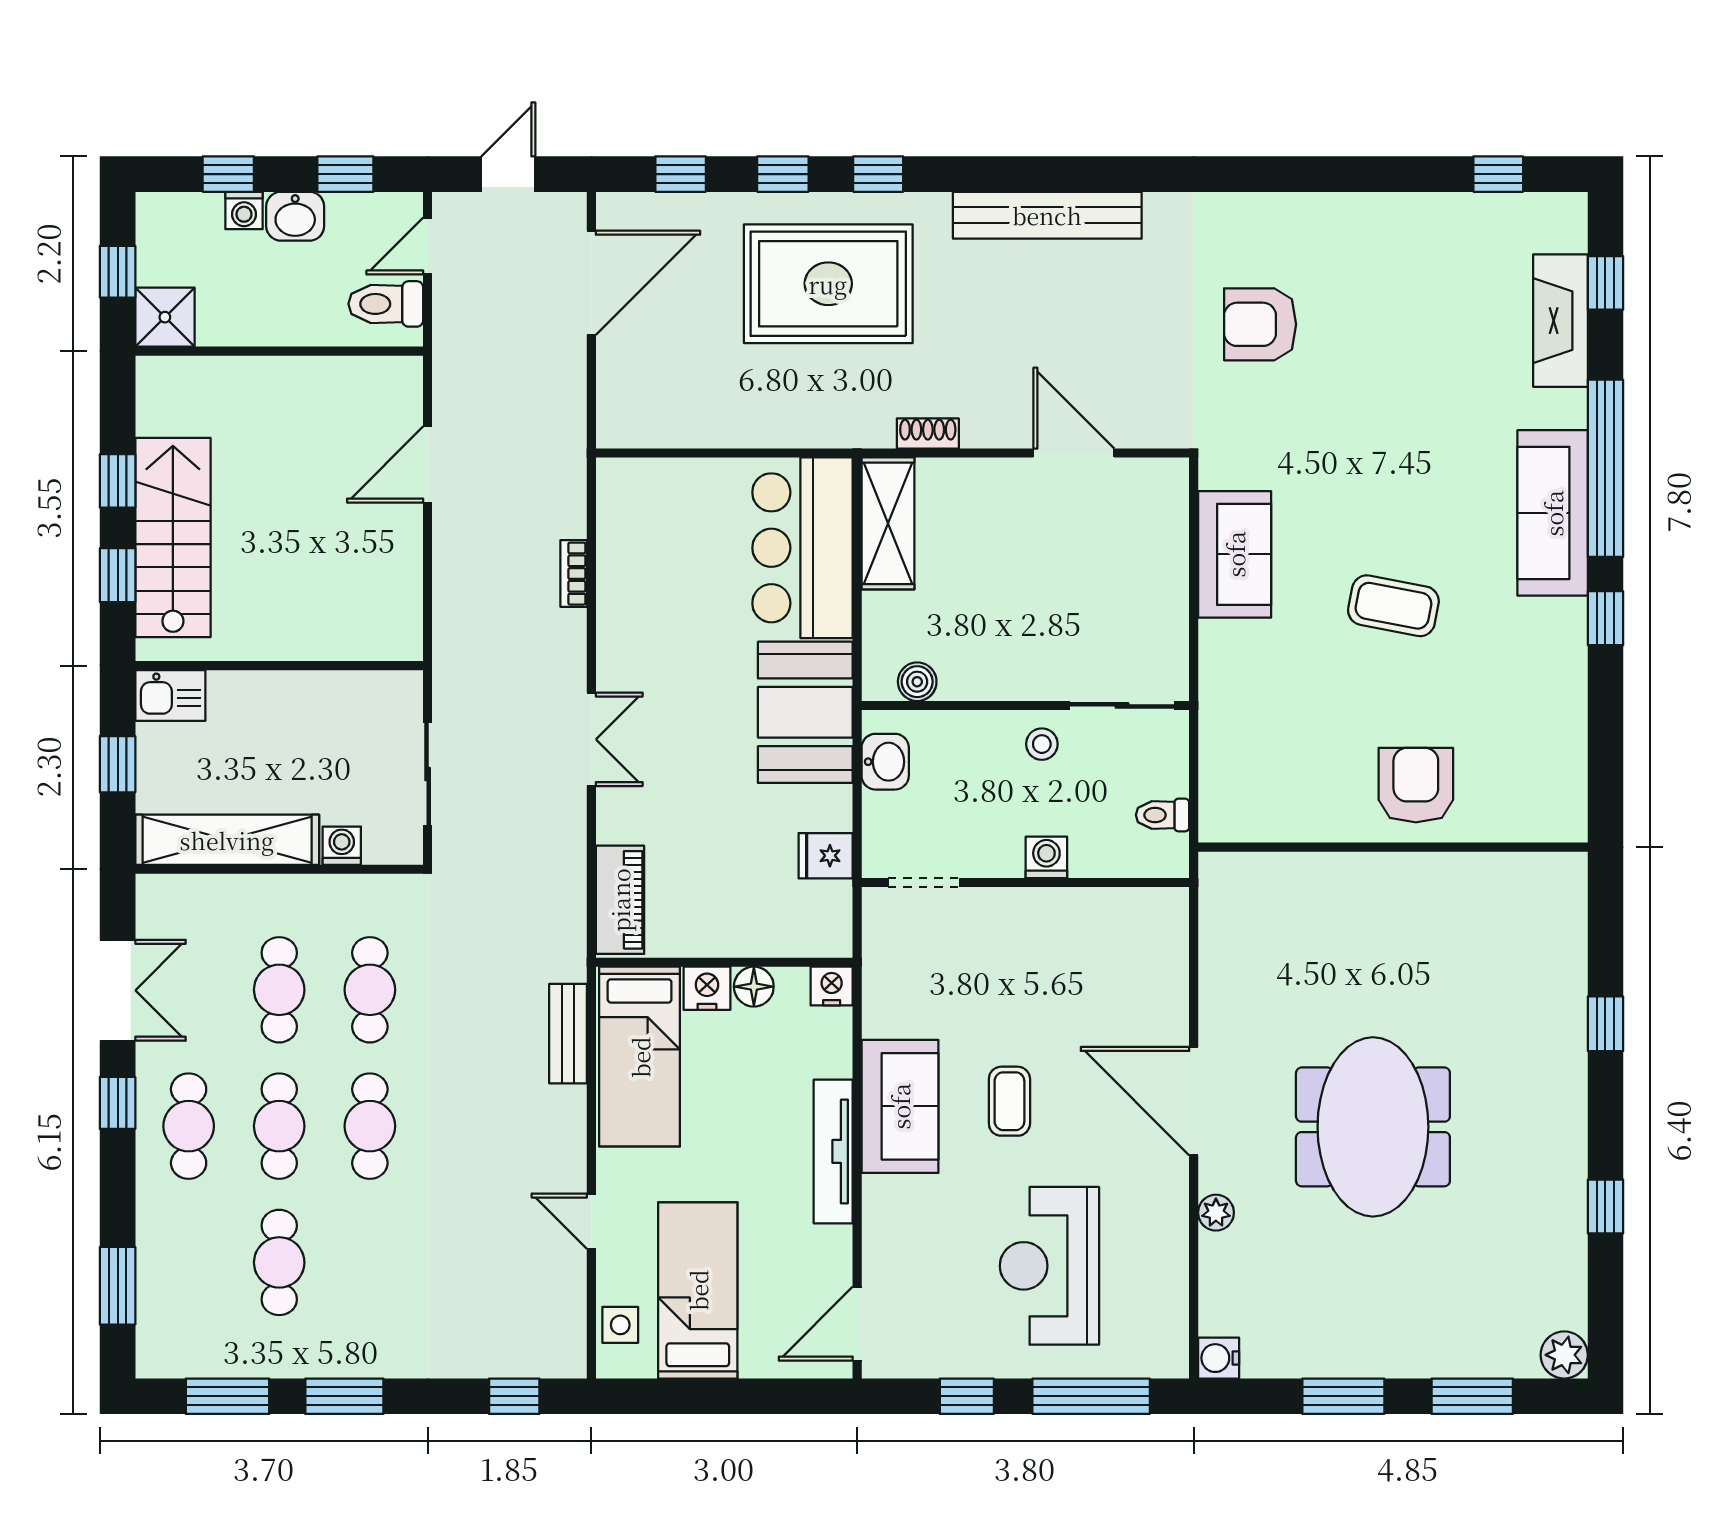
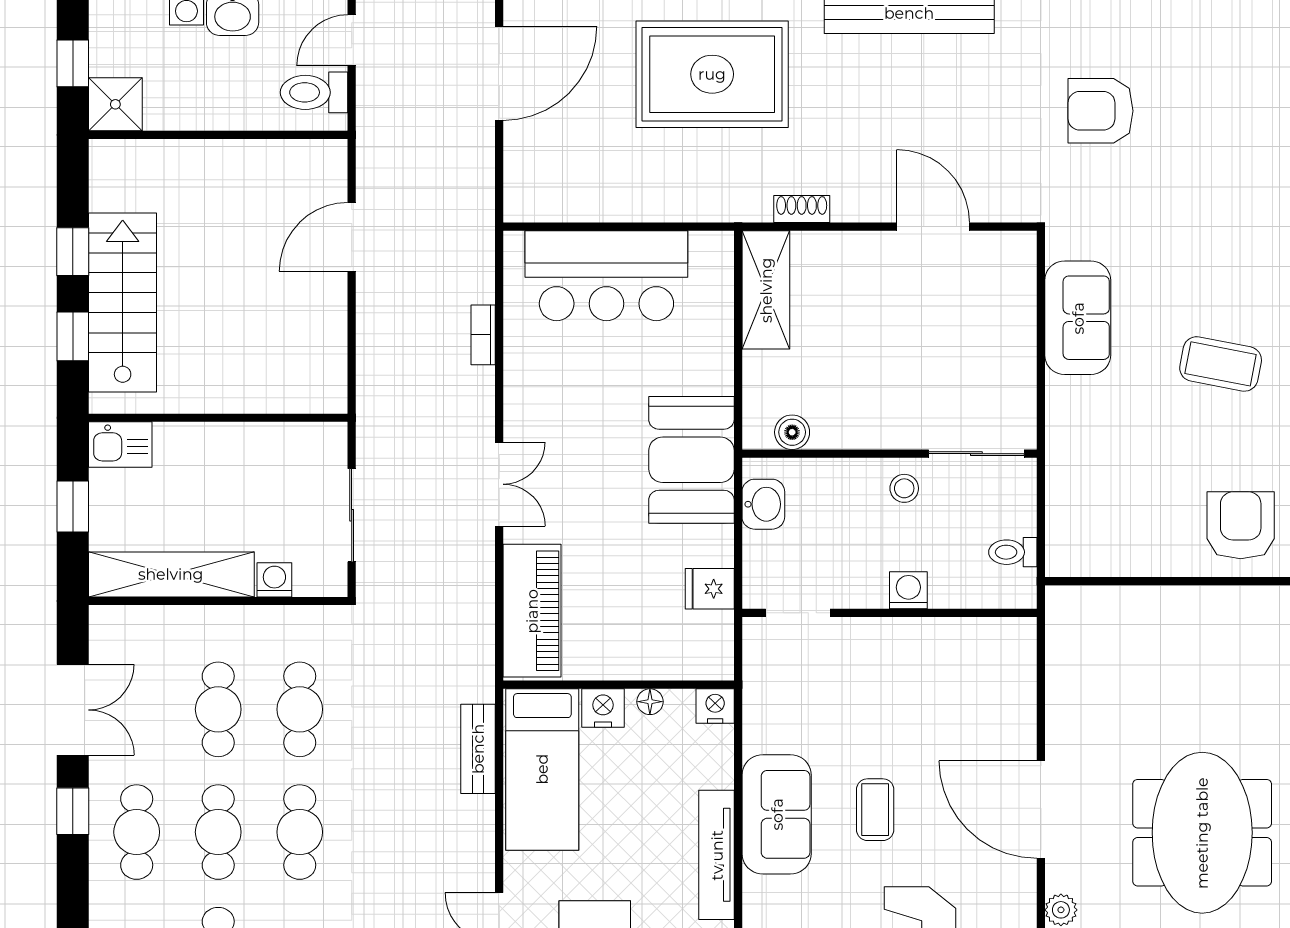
bar counter: (802, 548) -> (606, 276), moved, turned -90
piano: (620, 900) -> (532, 611), width x1.37, depth x1.33
floor lamp: (754, 987) -> (650, 702), width x0.73, depth x0.73

